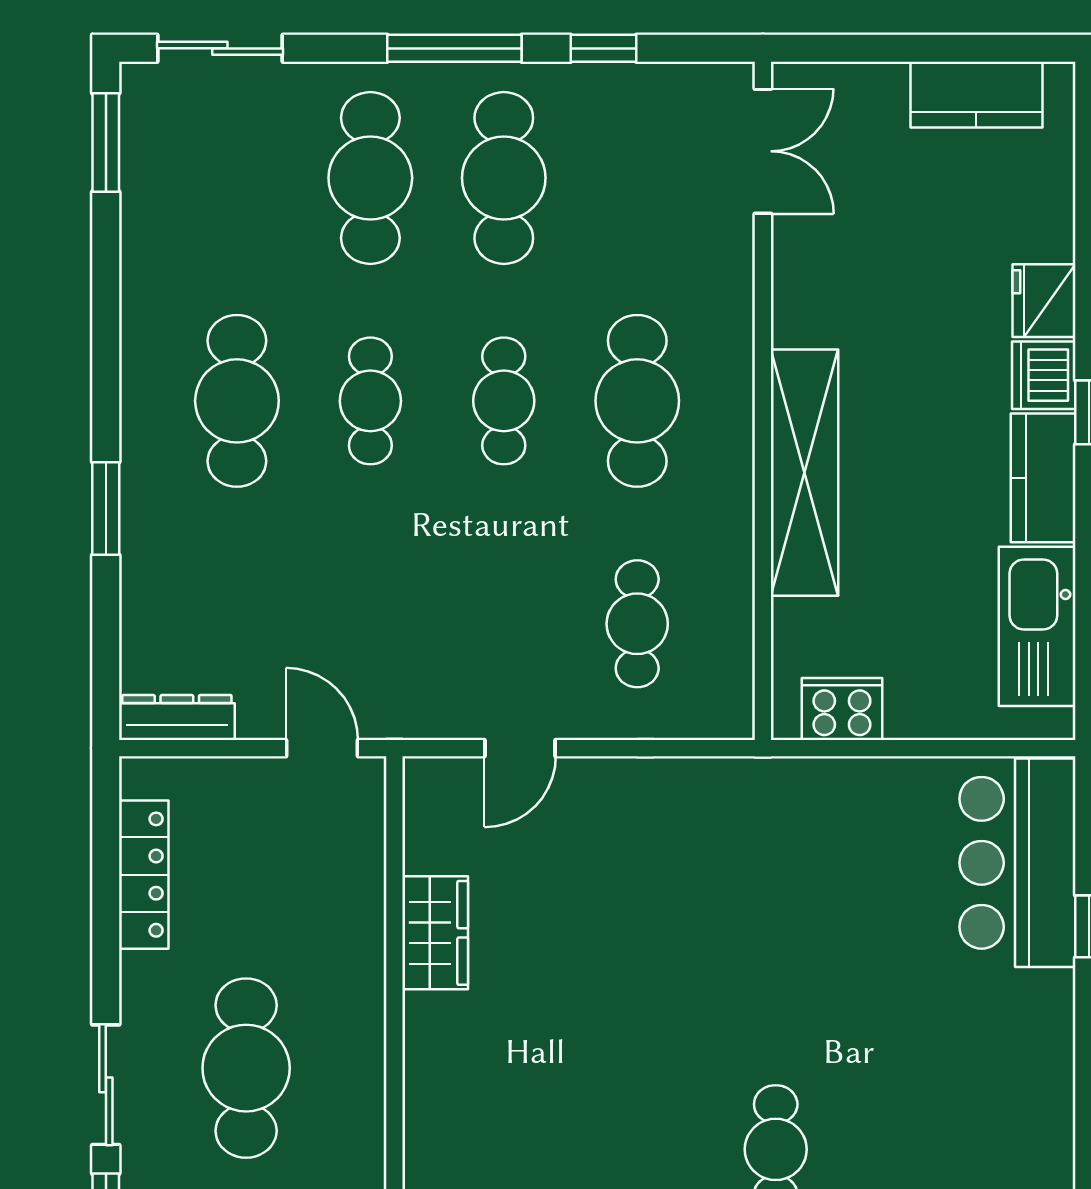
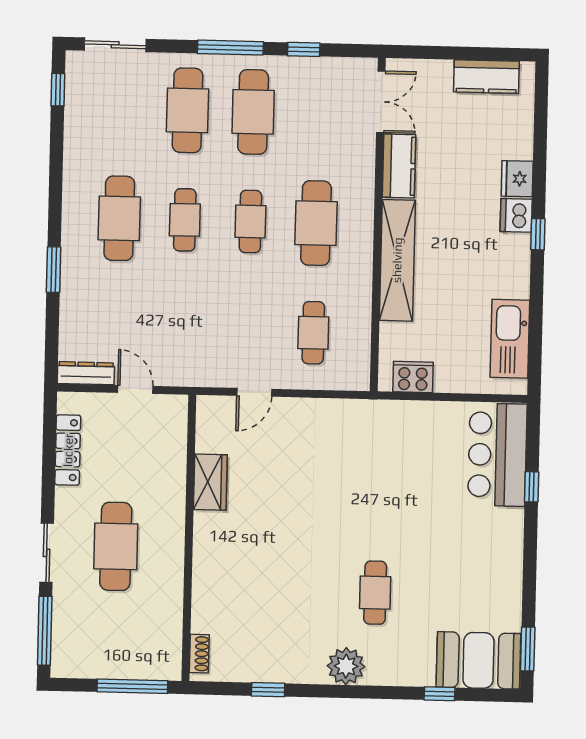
window: (106, 143) -> (58, 90), width x0.67
kitchen counter: (1043, 478) -> (399, 166), moved, turned 180
door: (322, 748) -> (135, 389), moved

